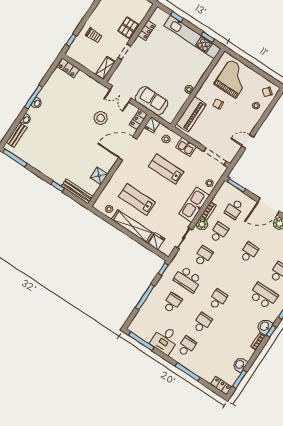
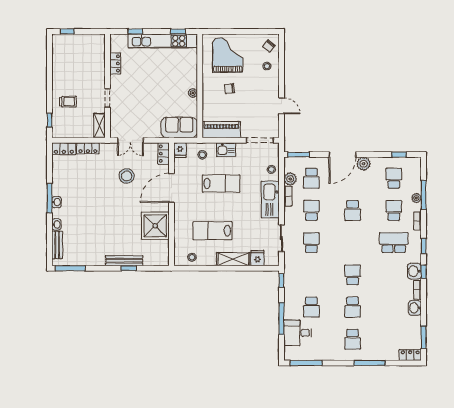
pallet: (128, 28) -> (96, 73), removed
locker: (86, 79) -> (88, 148), added
sofa: (151, 101) -> (179, 128), moved
piano: (191, 114) -> (221, 130), moved, turned -90
door: (248, 142) -> (282, 106), swing flipped
lab bench: (166, 169) -> (221, 183), turned 180
shower: (99, 176) -> (155, 226), width x1.86, depth x1.86
bench: (77, 191) -> (124, 261), moved
plant: (202, 224) -> (290, 179), moved
shelving: (133, 226) -> (233, 259), width x0.68
school desk: (249, 252) -> (353, 210), turned 180
school desk: (188, 279) -> (311, 275), removed
school desk: (172, 303) -> (311, 307), turned 180
school desk: (202, 323) -> (353, 307), turned 180
desk: (165, 340) -> (298, 333), moved, turned 90
school desk: (187, 346) -> (353, 339), turned 180
washbasin: (240, 365) -> (415, 308), moved

